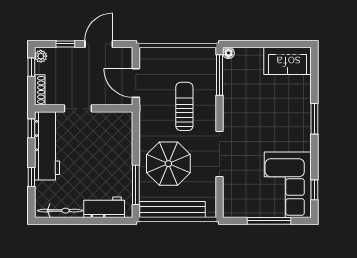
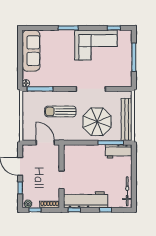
sofa: (288, 61) -> (31, 51), width x1.36
door: (136, 83) -> (45, 143), swing flipped
corner sofa: (288, 185) -> (96, 45), moved
workbench: (104, 207) -> (118, 151), moved, turned -90

